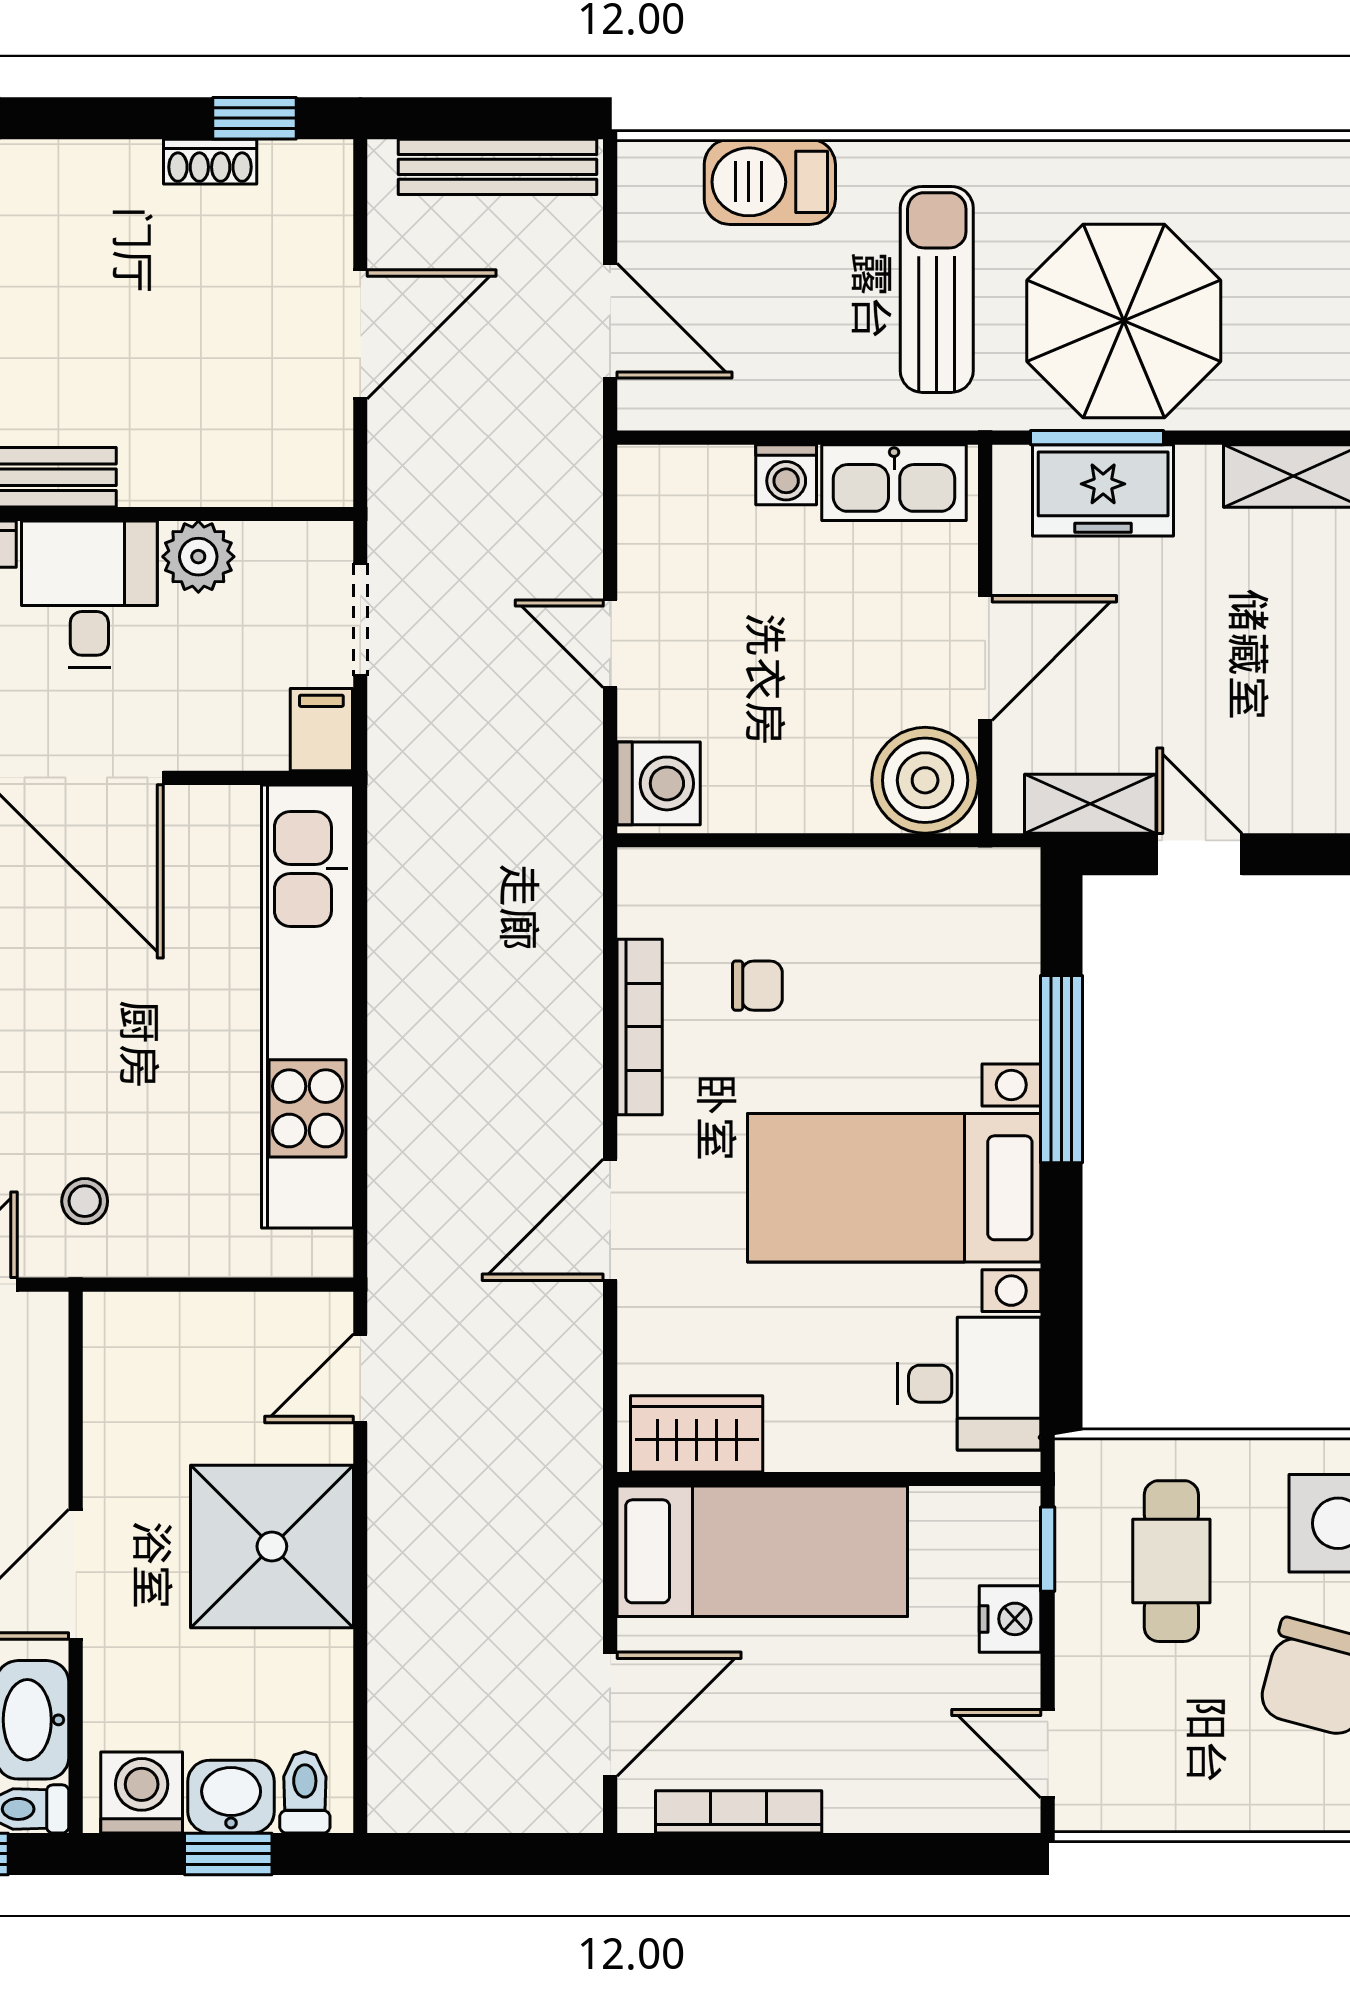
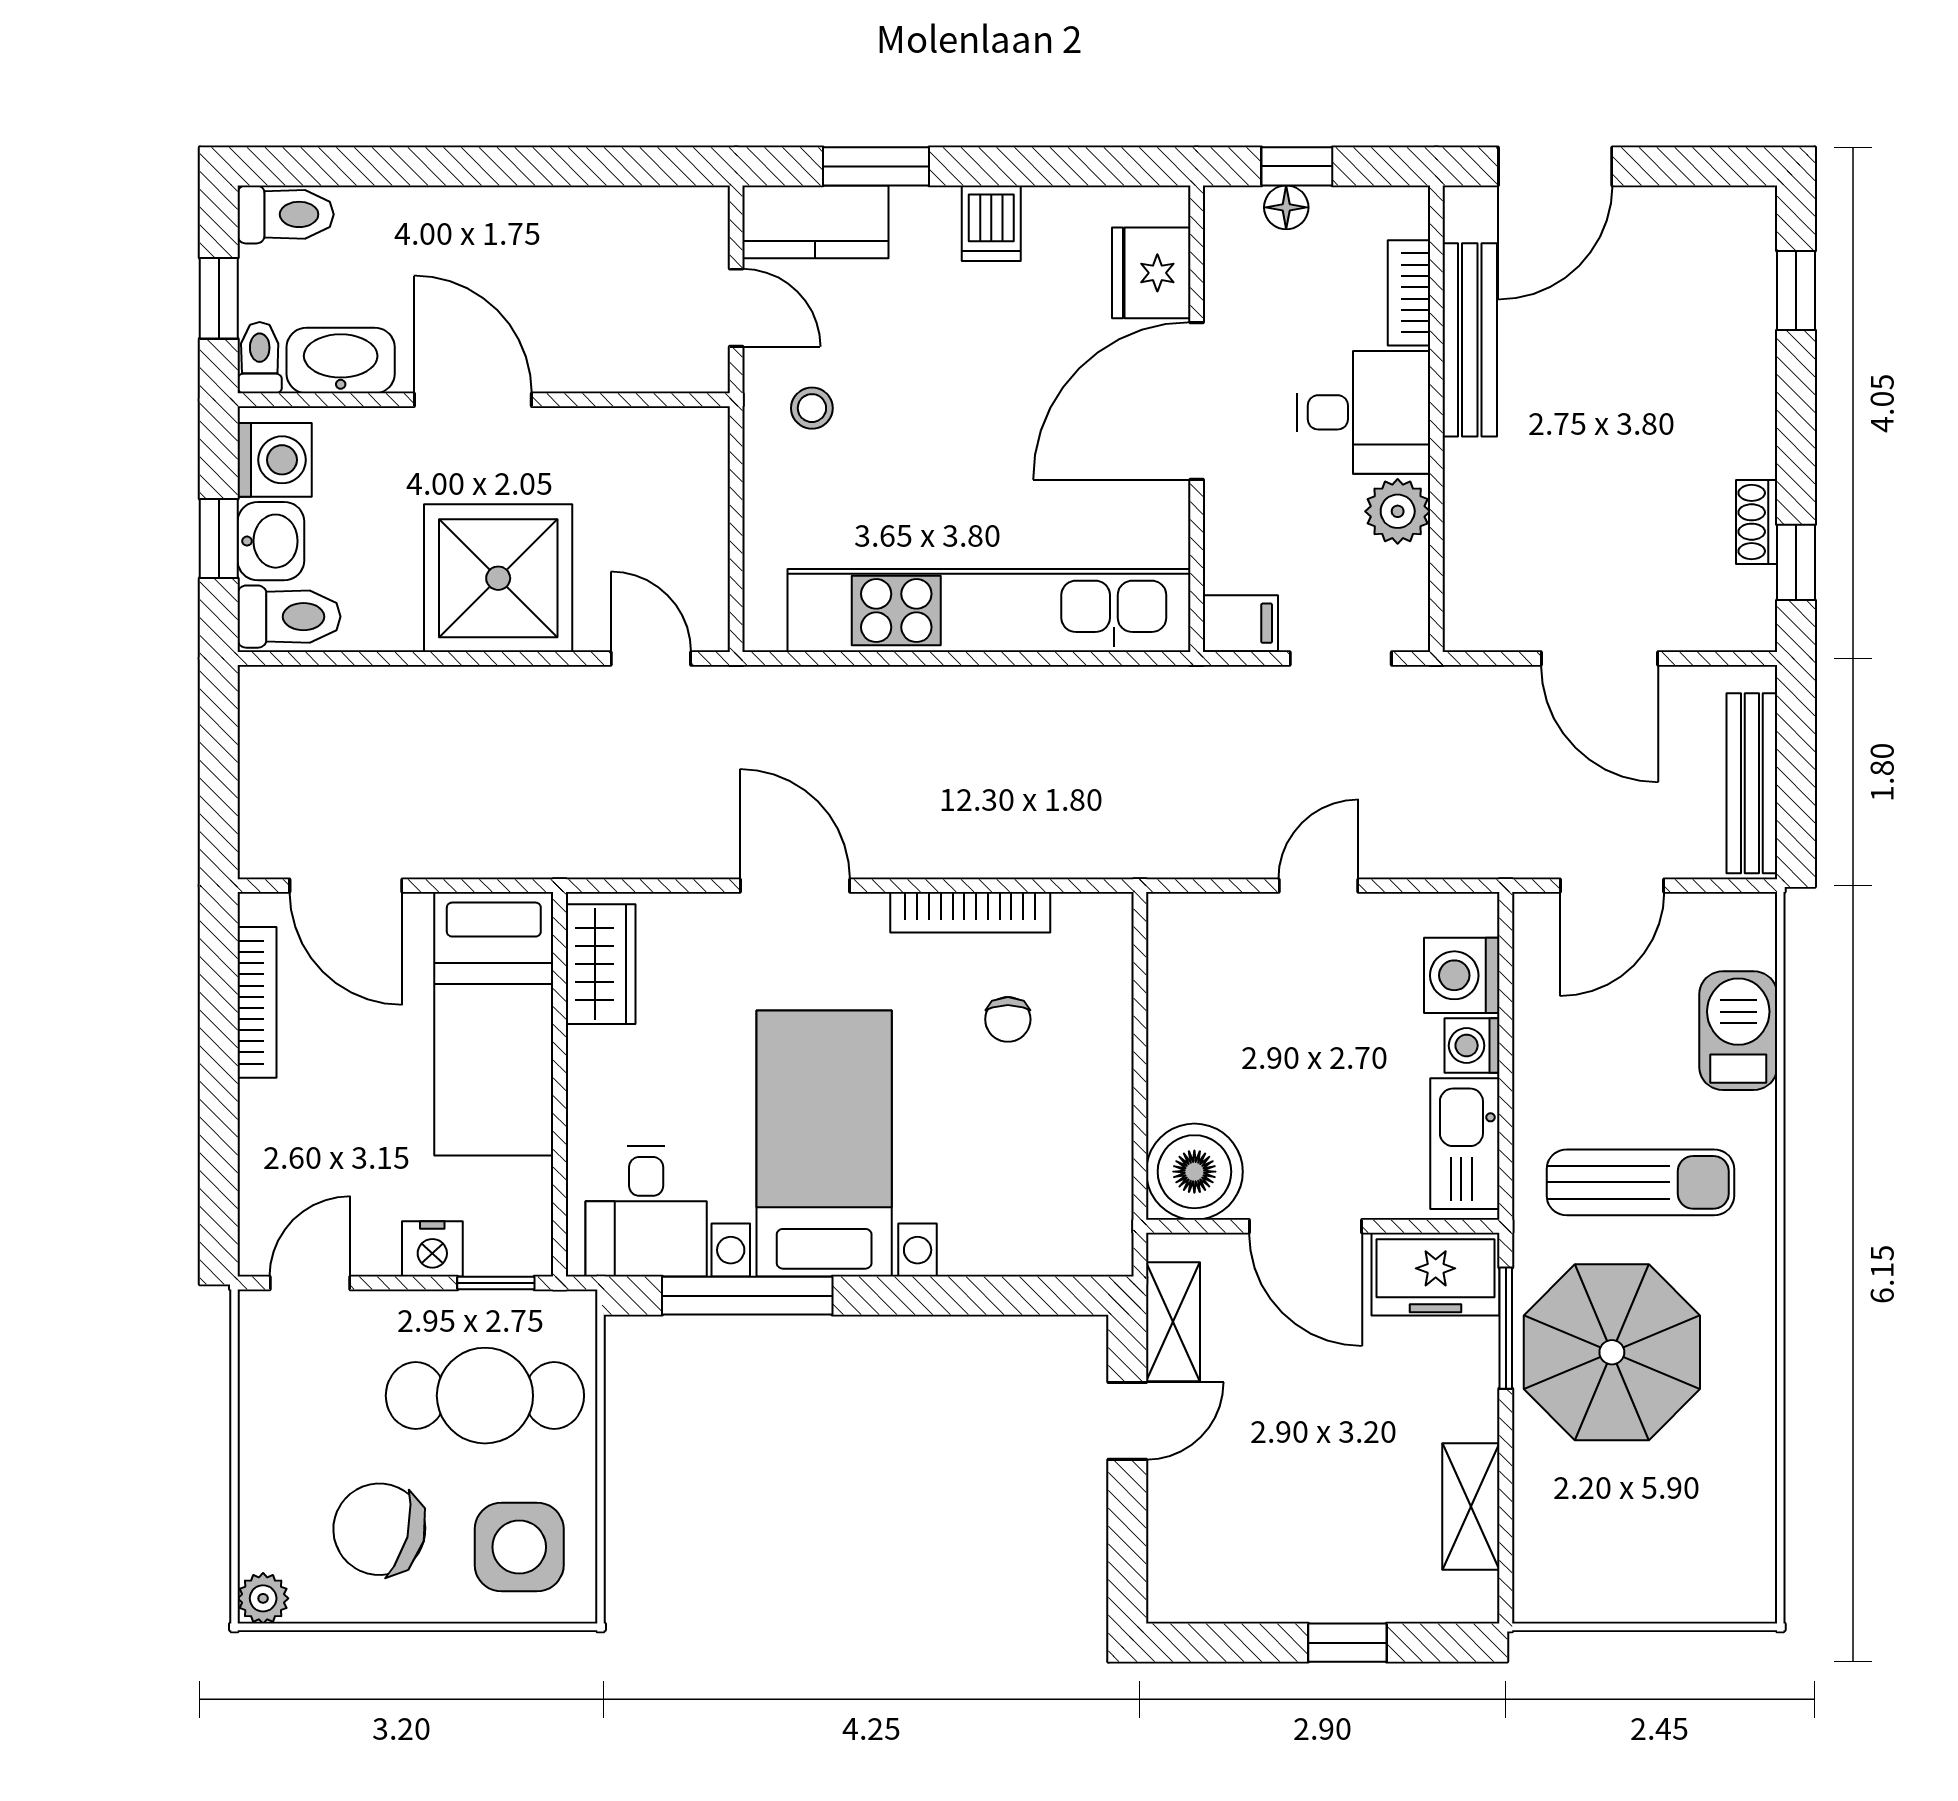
freezer: (1103, 490) -> (1436, 1274), moved, turned -90
washing machine: (659, 783) -> (1462, 975), moved, turned 90
window: (1061, 1069) -> (747, 1296), moved
cafe table: (1171, 1561) -> (485, 1396), width x1.37, depth x1.35
toilet: (305, 1792) -> (289, 617), width x1.37, depth x1.39

